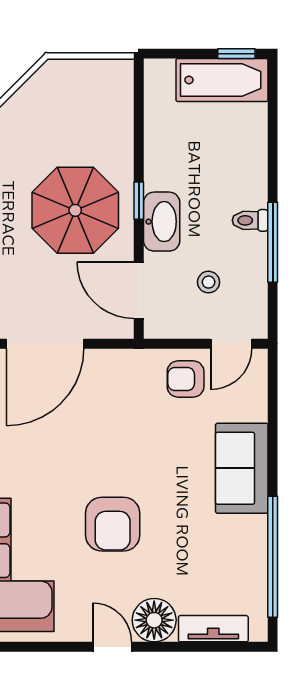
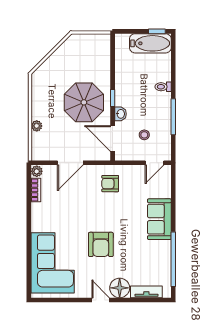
toilet: (250, 220) -> (163, 87), moved
washbasin: (162, 222) -> (120, 114), width x0.52, depth x0.69
door: (45, 344) -> (70, 163), width x0.73
armchair: (186, 379) -> (110, 184), moved

